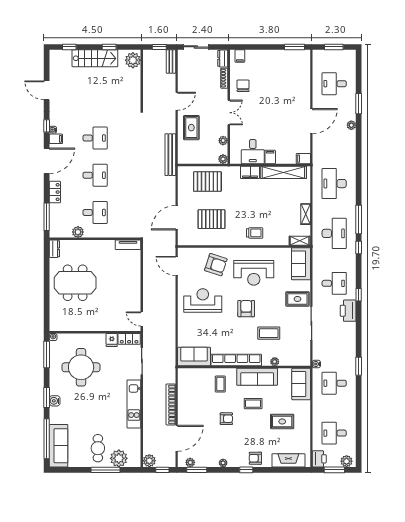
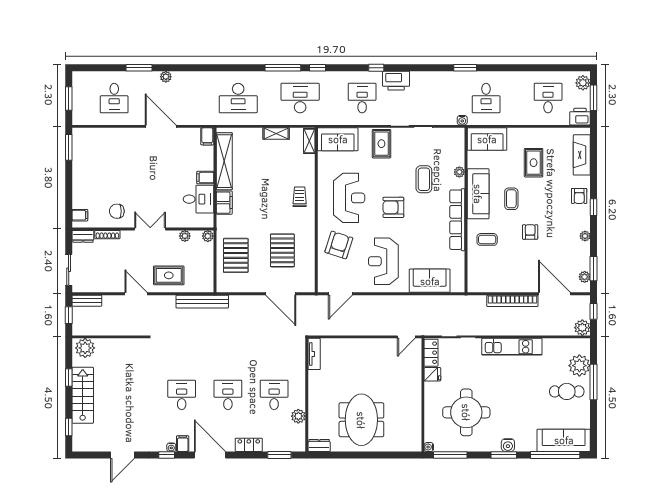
window: (47, 217) -> (279, 455), width x0.69
sofa: (194, 357) -> (430, 281), moved, turned 90
desk: (334, 433) -> (548, 98), turned 180

